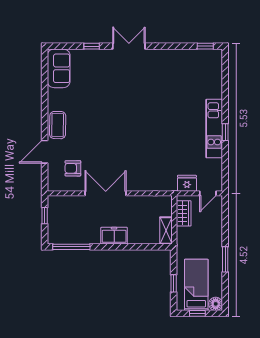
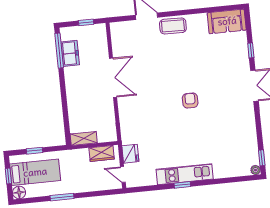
plant: (217, 54) -> (255, 170), added
armchair: (73, 168) -> (190, 101), moved
freezer: (114, 236) -> (70, 53), moved

